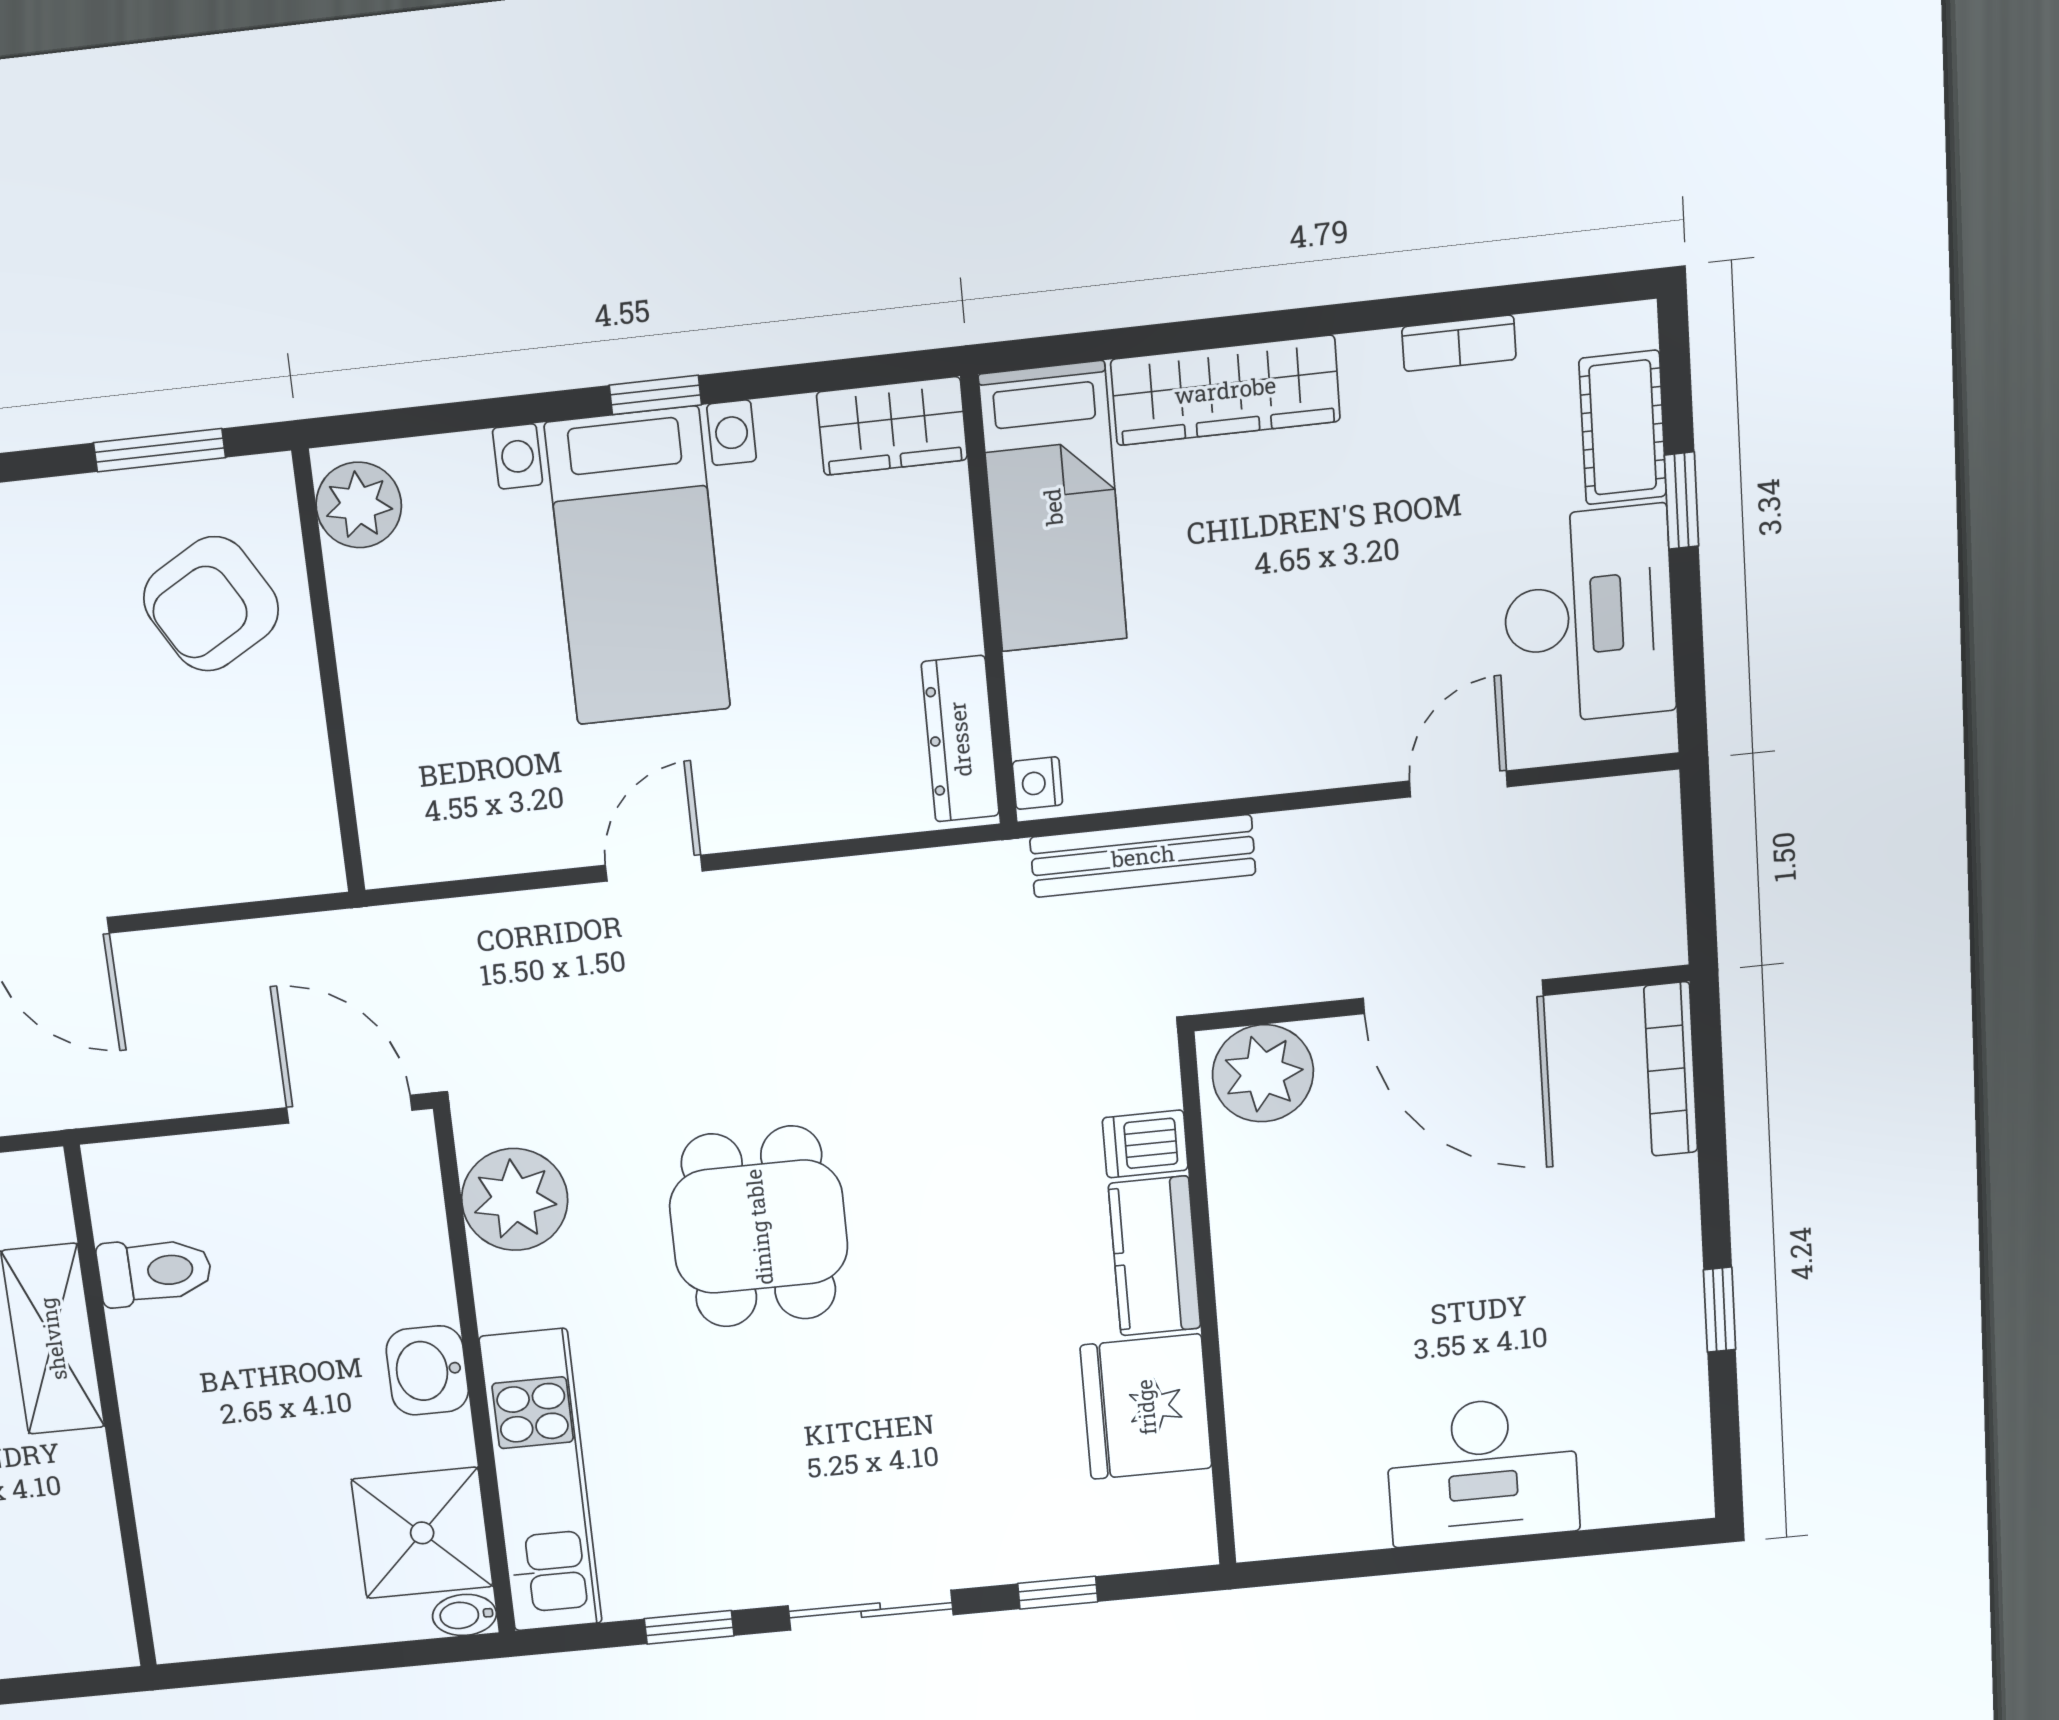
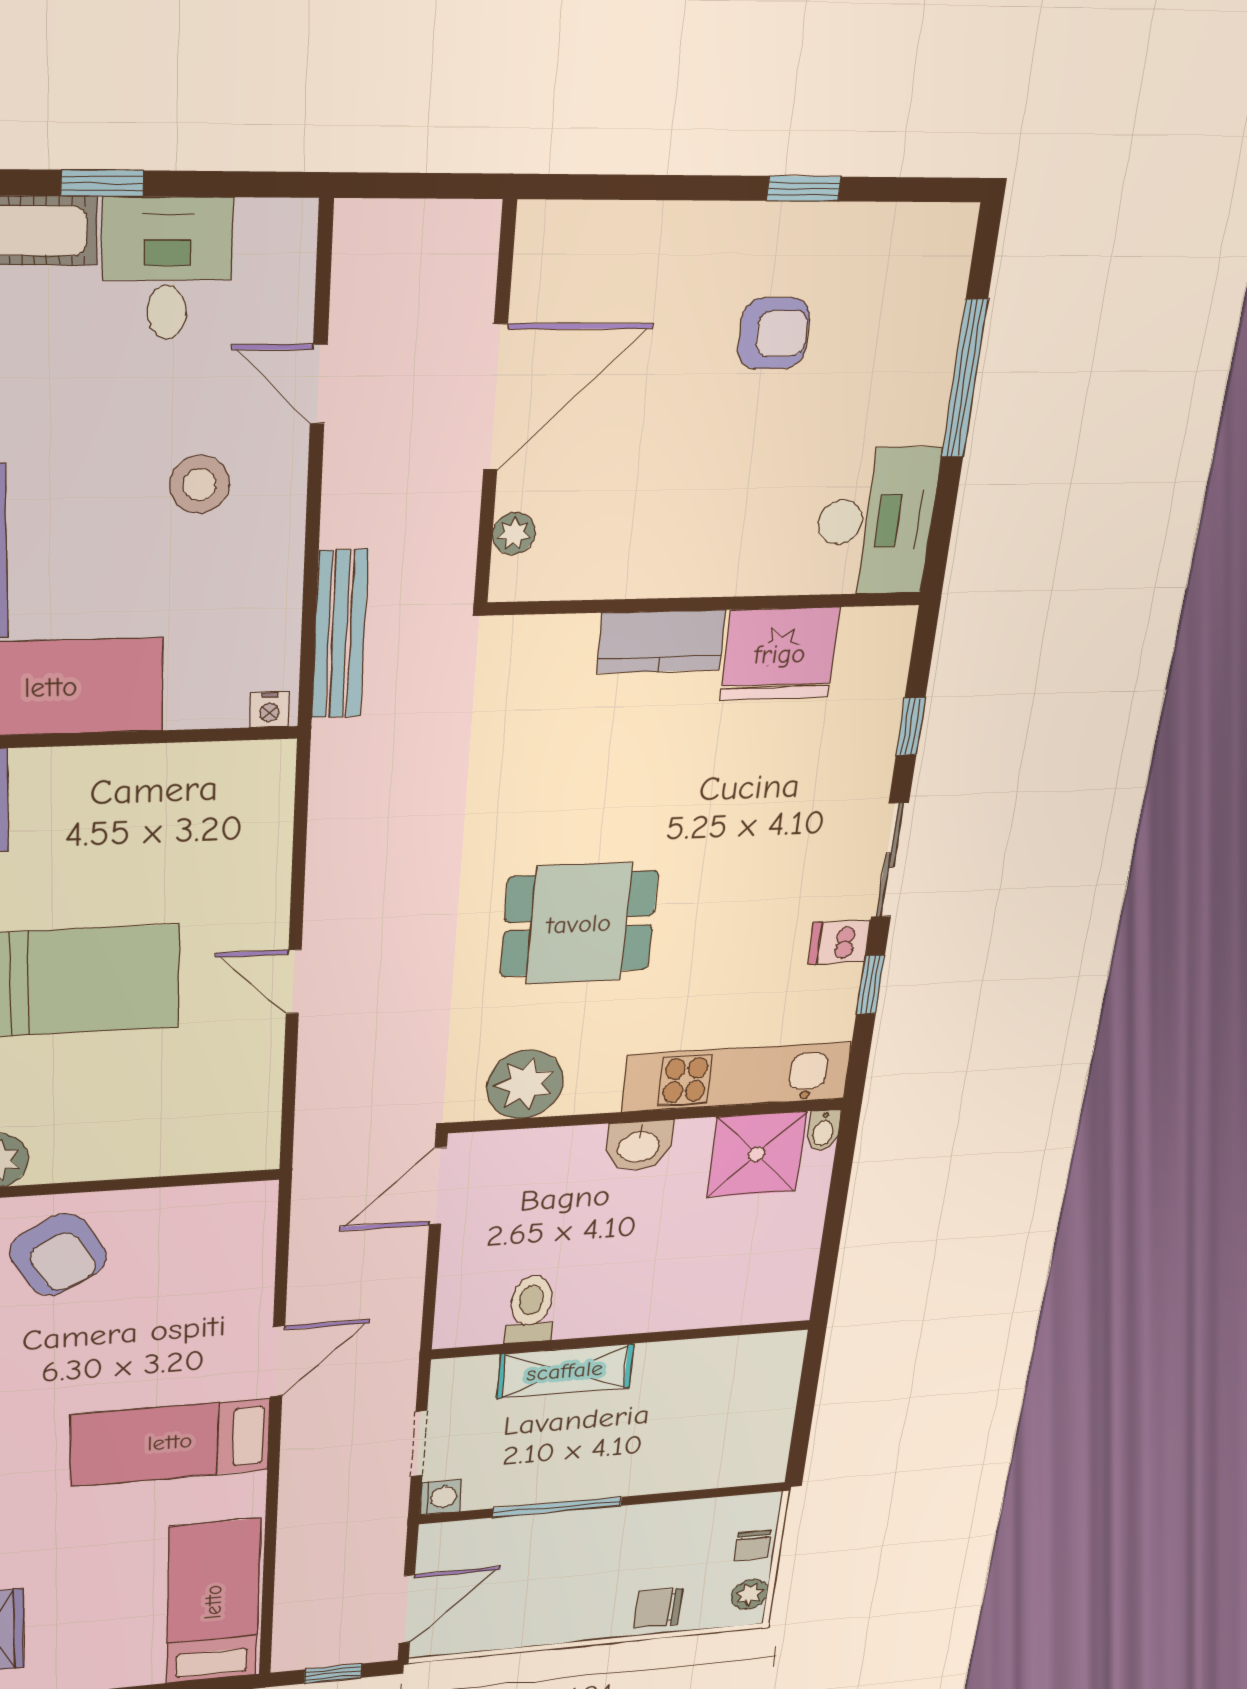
desk: (1589, 615) -> (167, 268), width x0.73
stool: (1327, 658) -> (199, 484), added
dresser: (960, 739) -> (226, 764), removed
bookcase: (1671, 1069) -> (590, 219), removed
plant: (1263, 1073) -> (514, 534), width x0.53, depth x0.53
dishwasher: (1145, 1144) -> (839, 942), moved, turned 90
armchair: (1549, 1312) -> (774, 333), added
desk: (1482, 1471) -> (875, 521), moved
window: (1506, 1550) -> (964, 379), added

